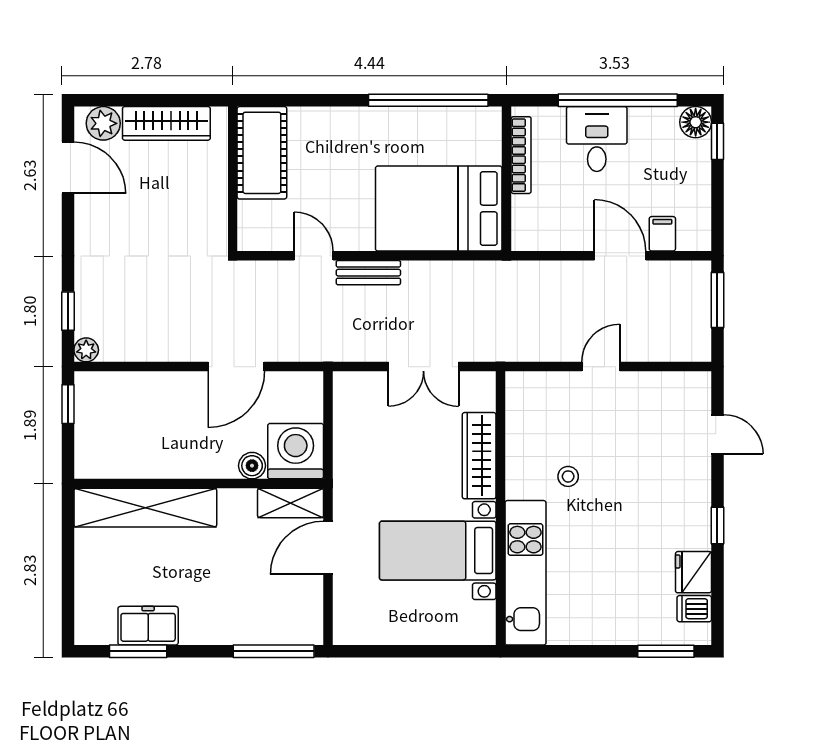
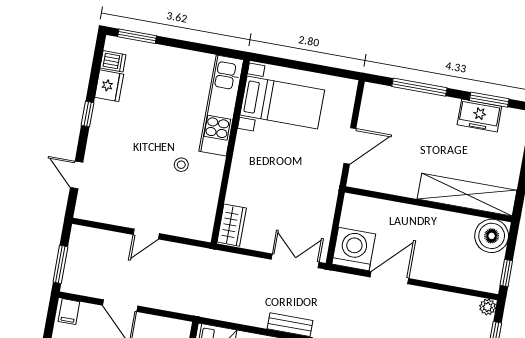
filing cabinet: (662, 234) -> (69, 312), moved
double door: (423, 367) -> (295, 261), moved
washing machine: (296, 451) -> (354, 249), moved, turned 180
wardrobe: (479, 456) -> (232, 225), moved, width x0.67
boiler: (252, 466) -> (492, 236), moved, width x1.86, depth x1.86
shelving: (291, 503) -> (370, 180), removed
bed with nightstands: (438, 551) -> (282, 103), moved
window: (274, 651) -> (419, 87), moved

